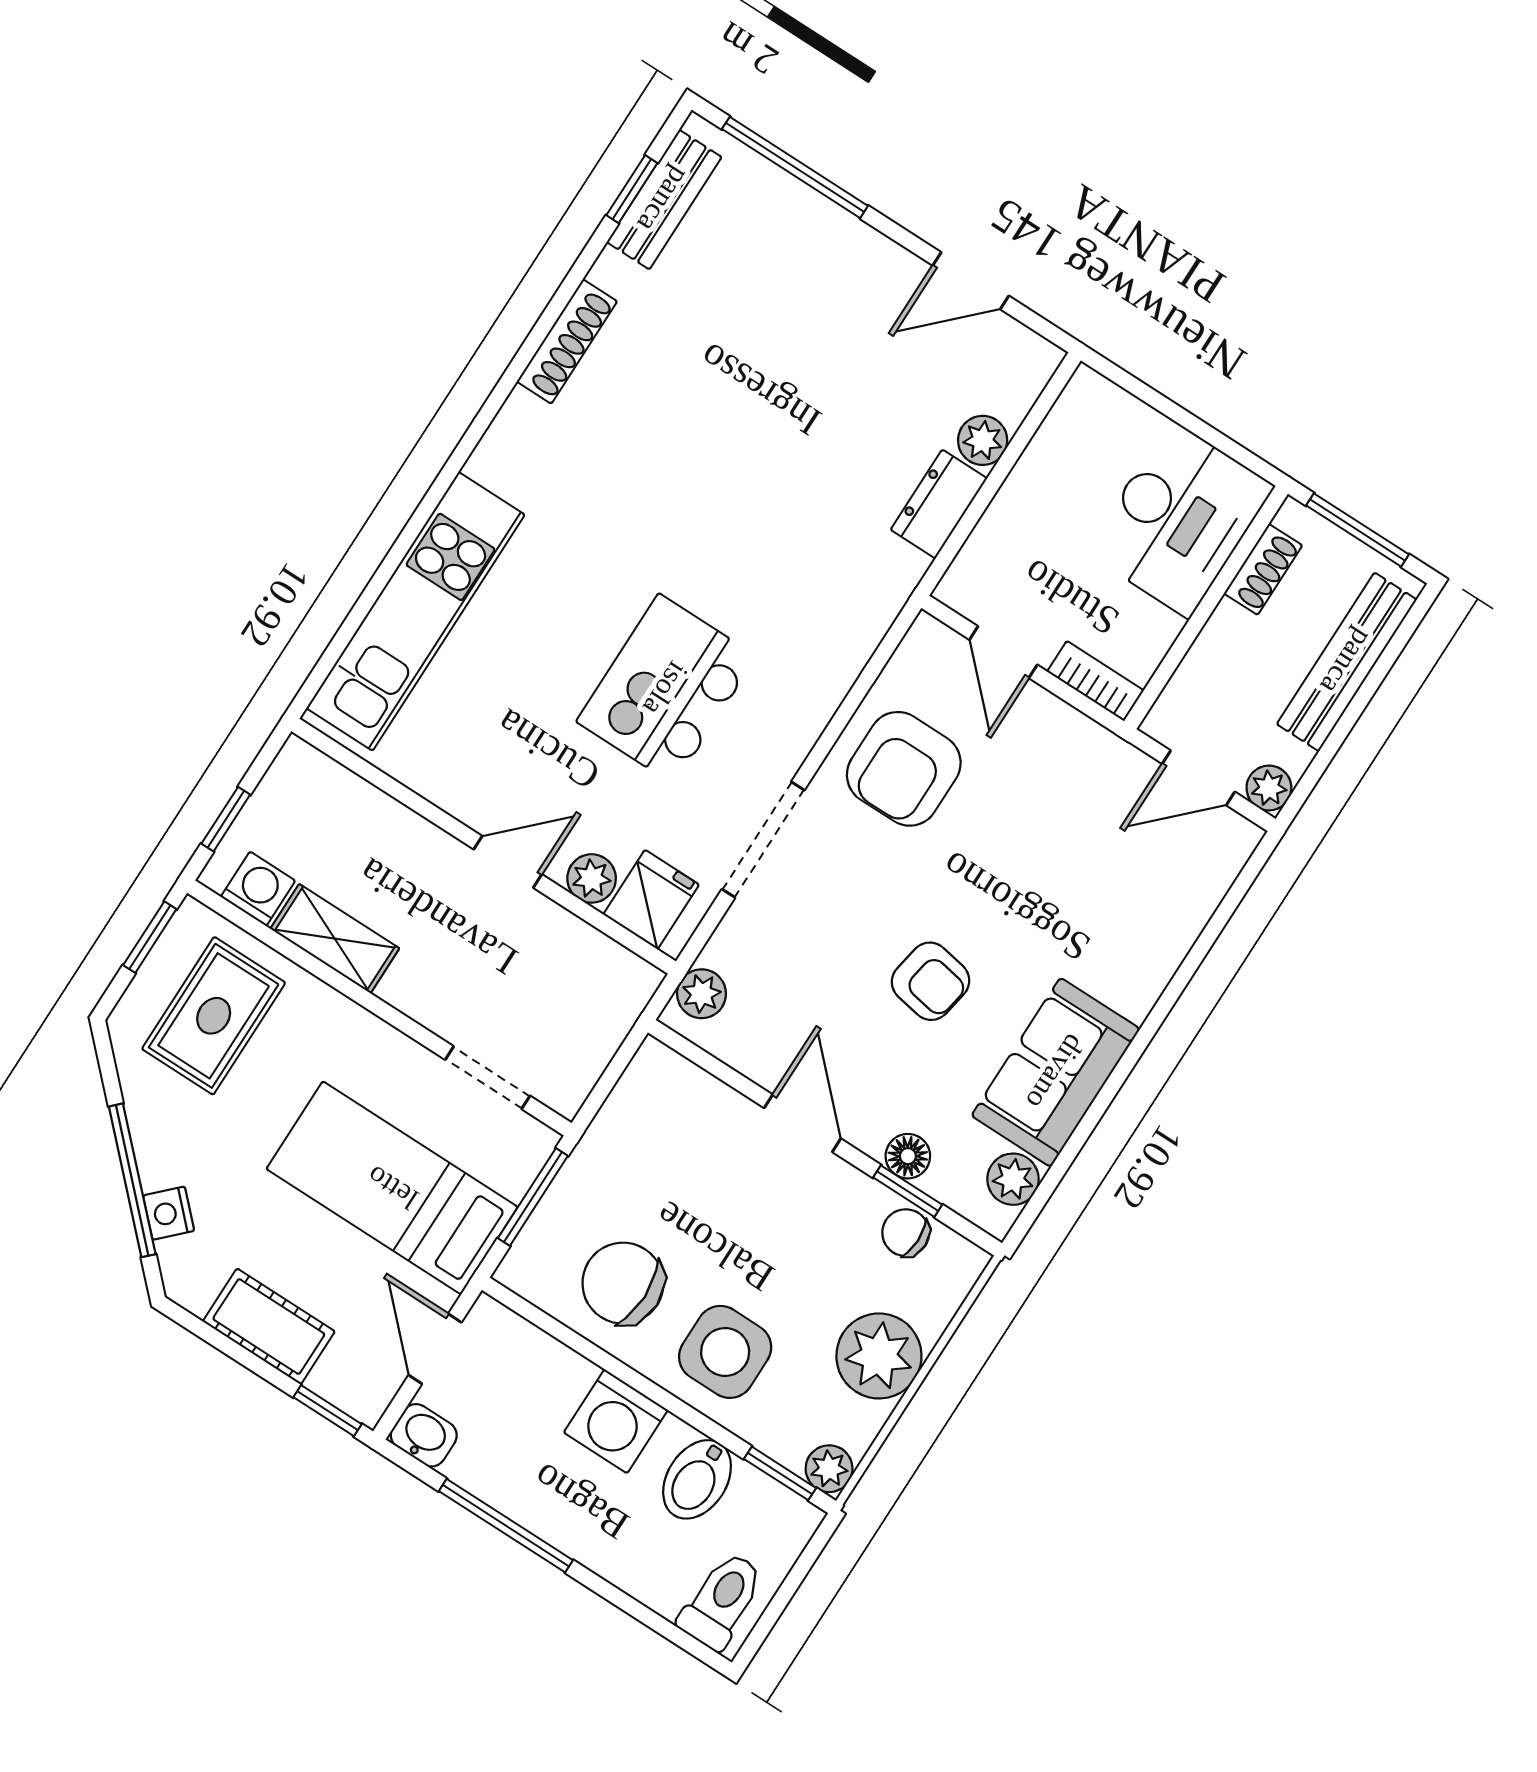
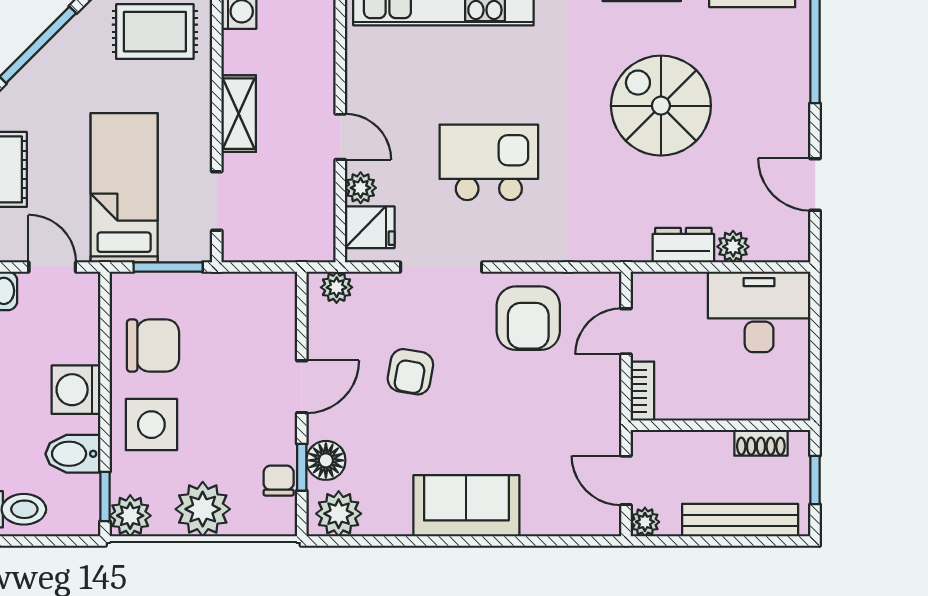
spiral stairs: (737, 416) -> (661, 106), added
desk: (1180, 519) -> (759, 312), moved, turned 180
window: (1357, 530) -> (815, 480), width x0.67
armchair: (904, 769) -> (528, 318), turned -90
shelving: (335, 939) -> (239, 114), moved
armchair: (930, 981) -> (410, 372), moved
sofa: (1056, 1072) -> (466, 506), moved
floor lamp: (908, 1156) -> (326, 460), width x1.37, depth x1.37
plant: (1013, 1179) -> (339, 514), width x1.38, depth x1.38
nightstand: (169, 1213) -> (33, 76), removed
chair: (623, 1283) -> (153, 346), turned 90
door: (435, 1349) -> (52, 267), hinge flipped
plant: (829, 1469) -> (130, 516), width x1.38, depth x1.38

